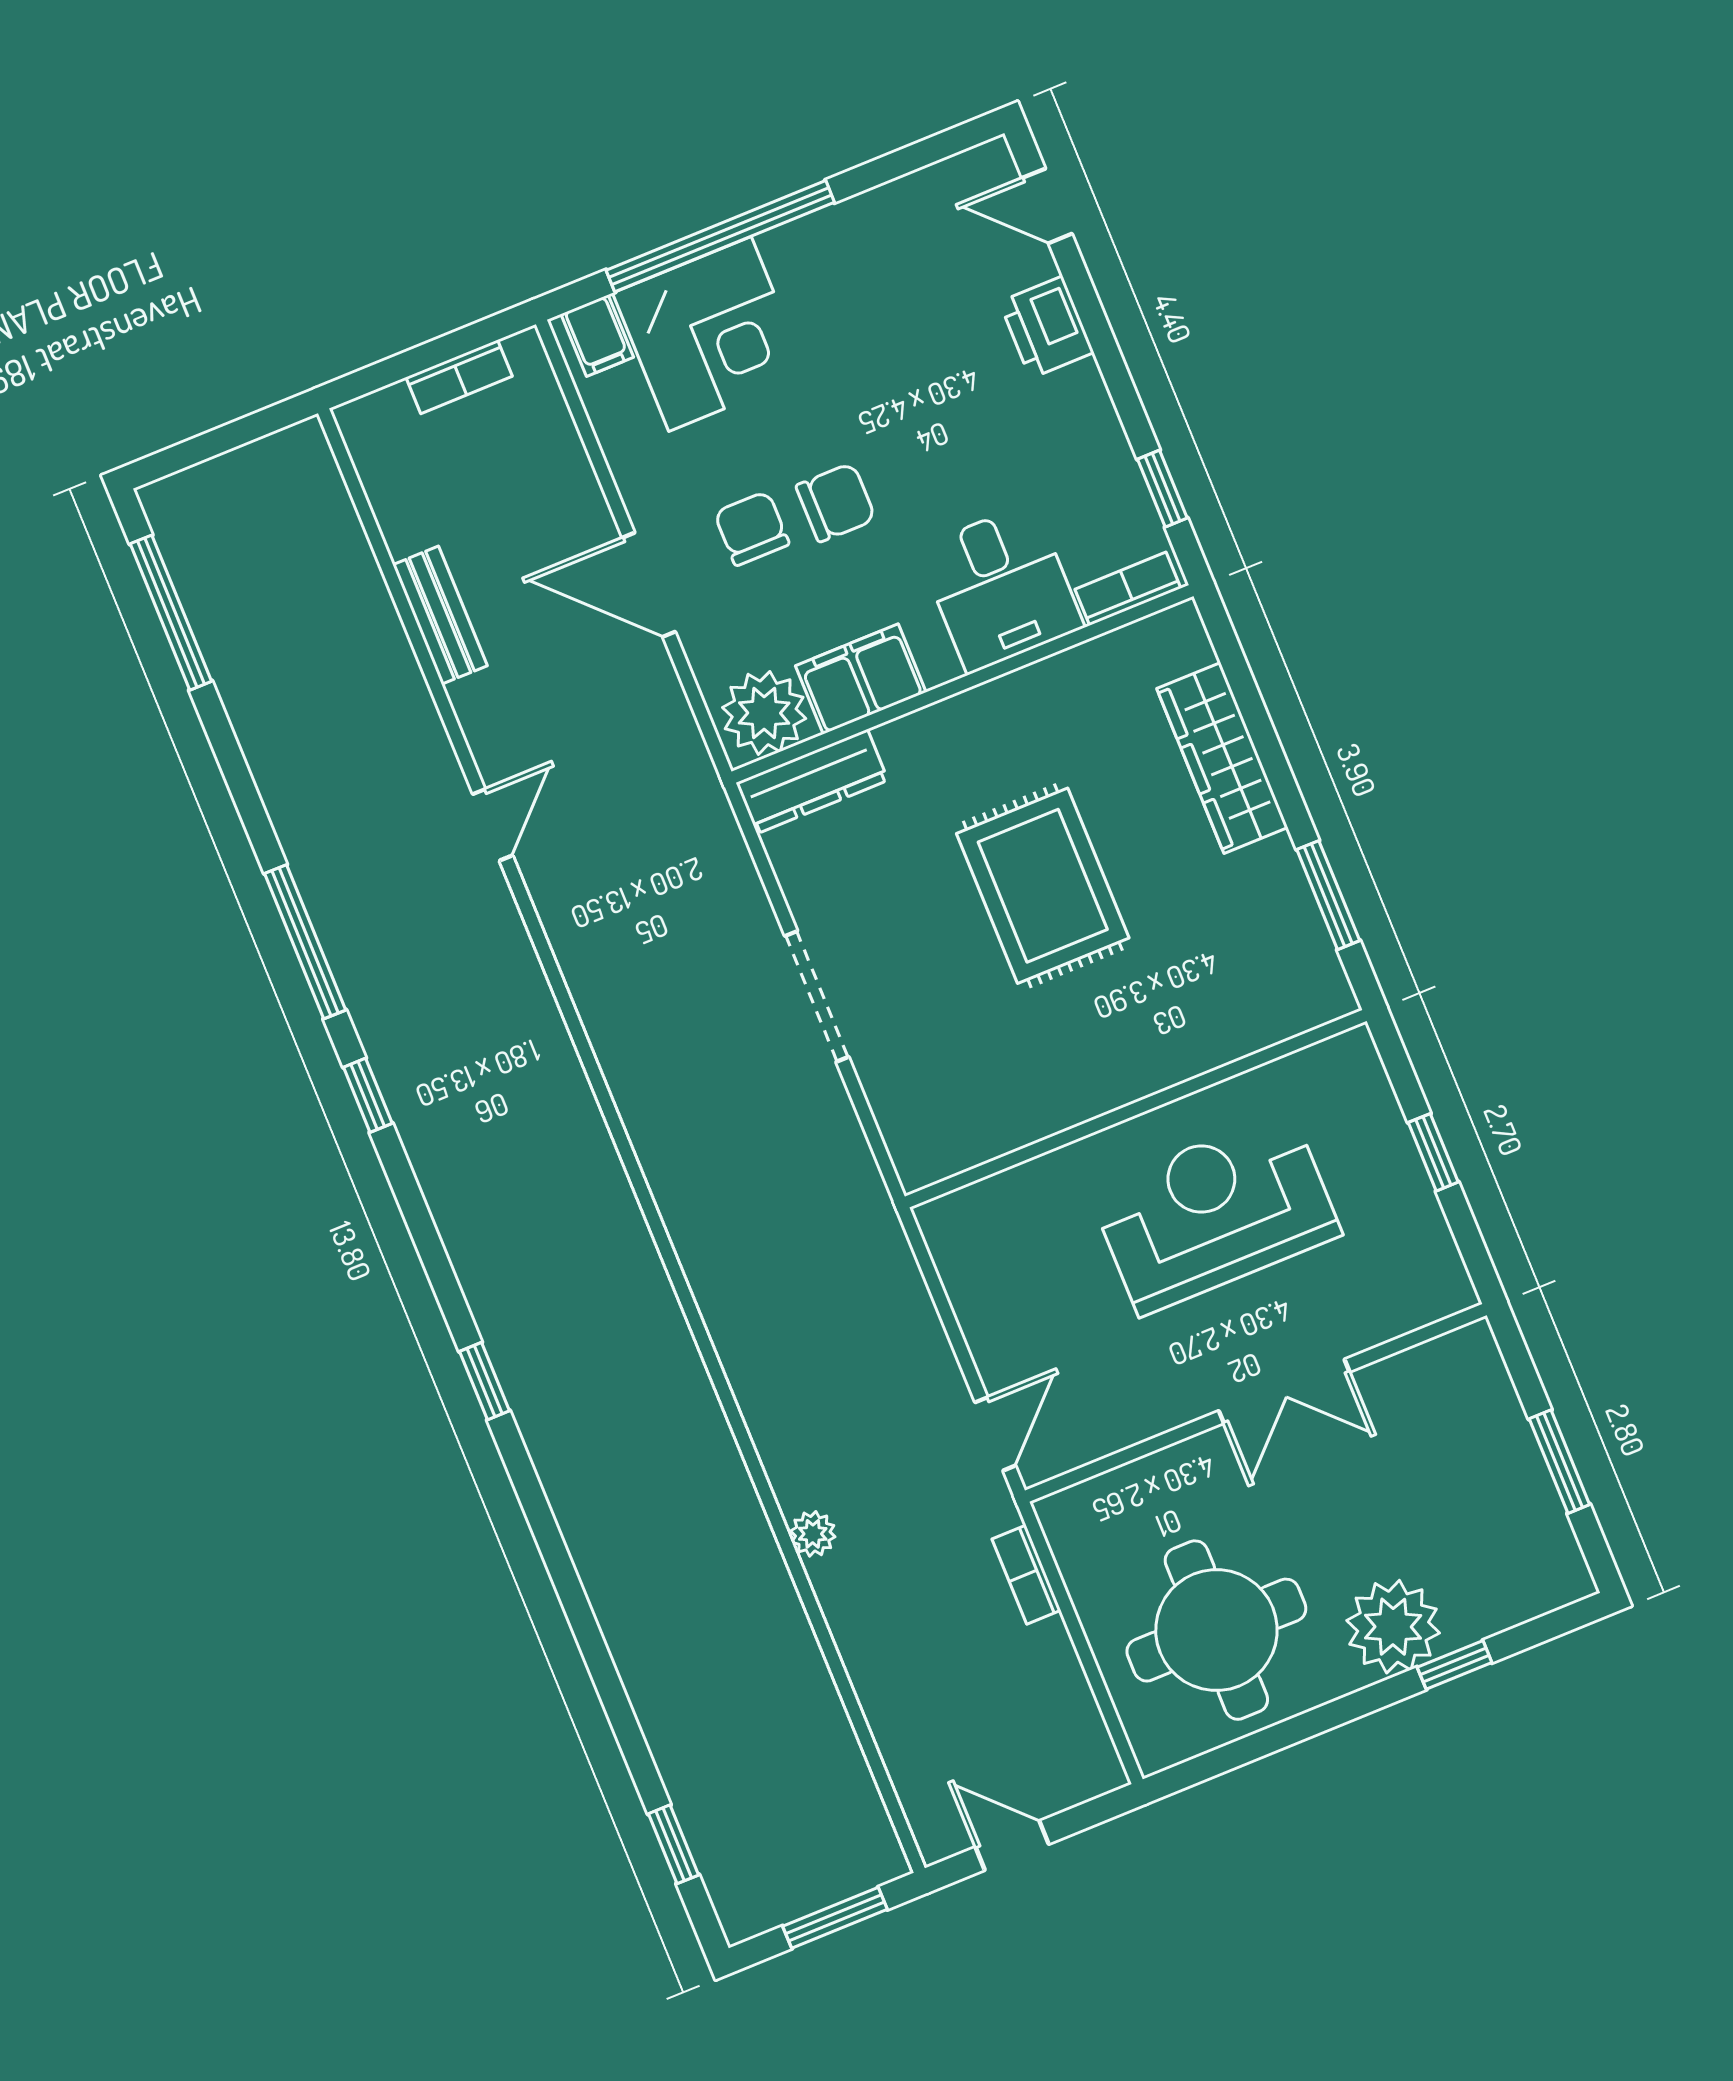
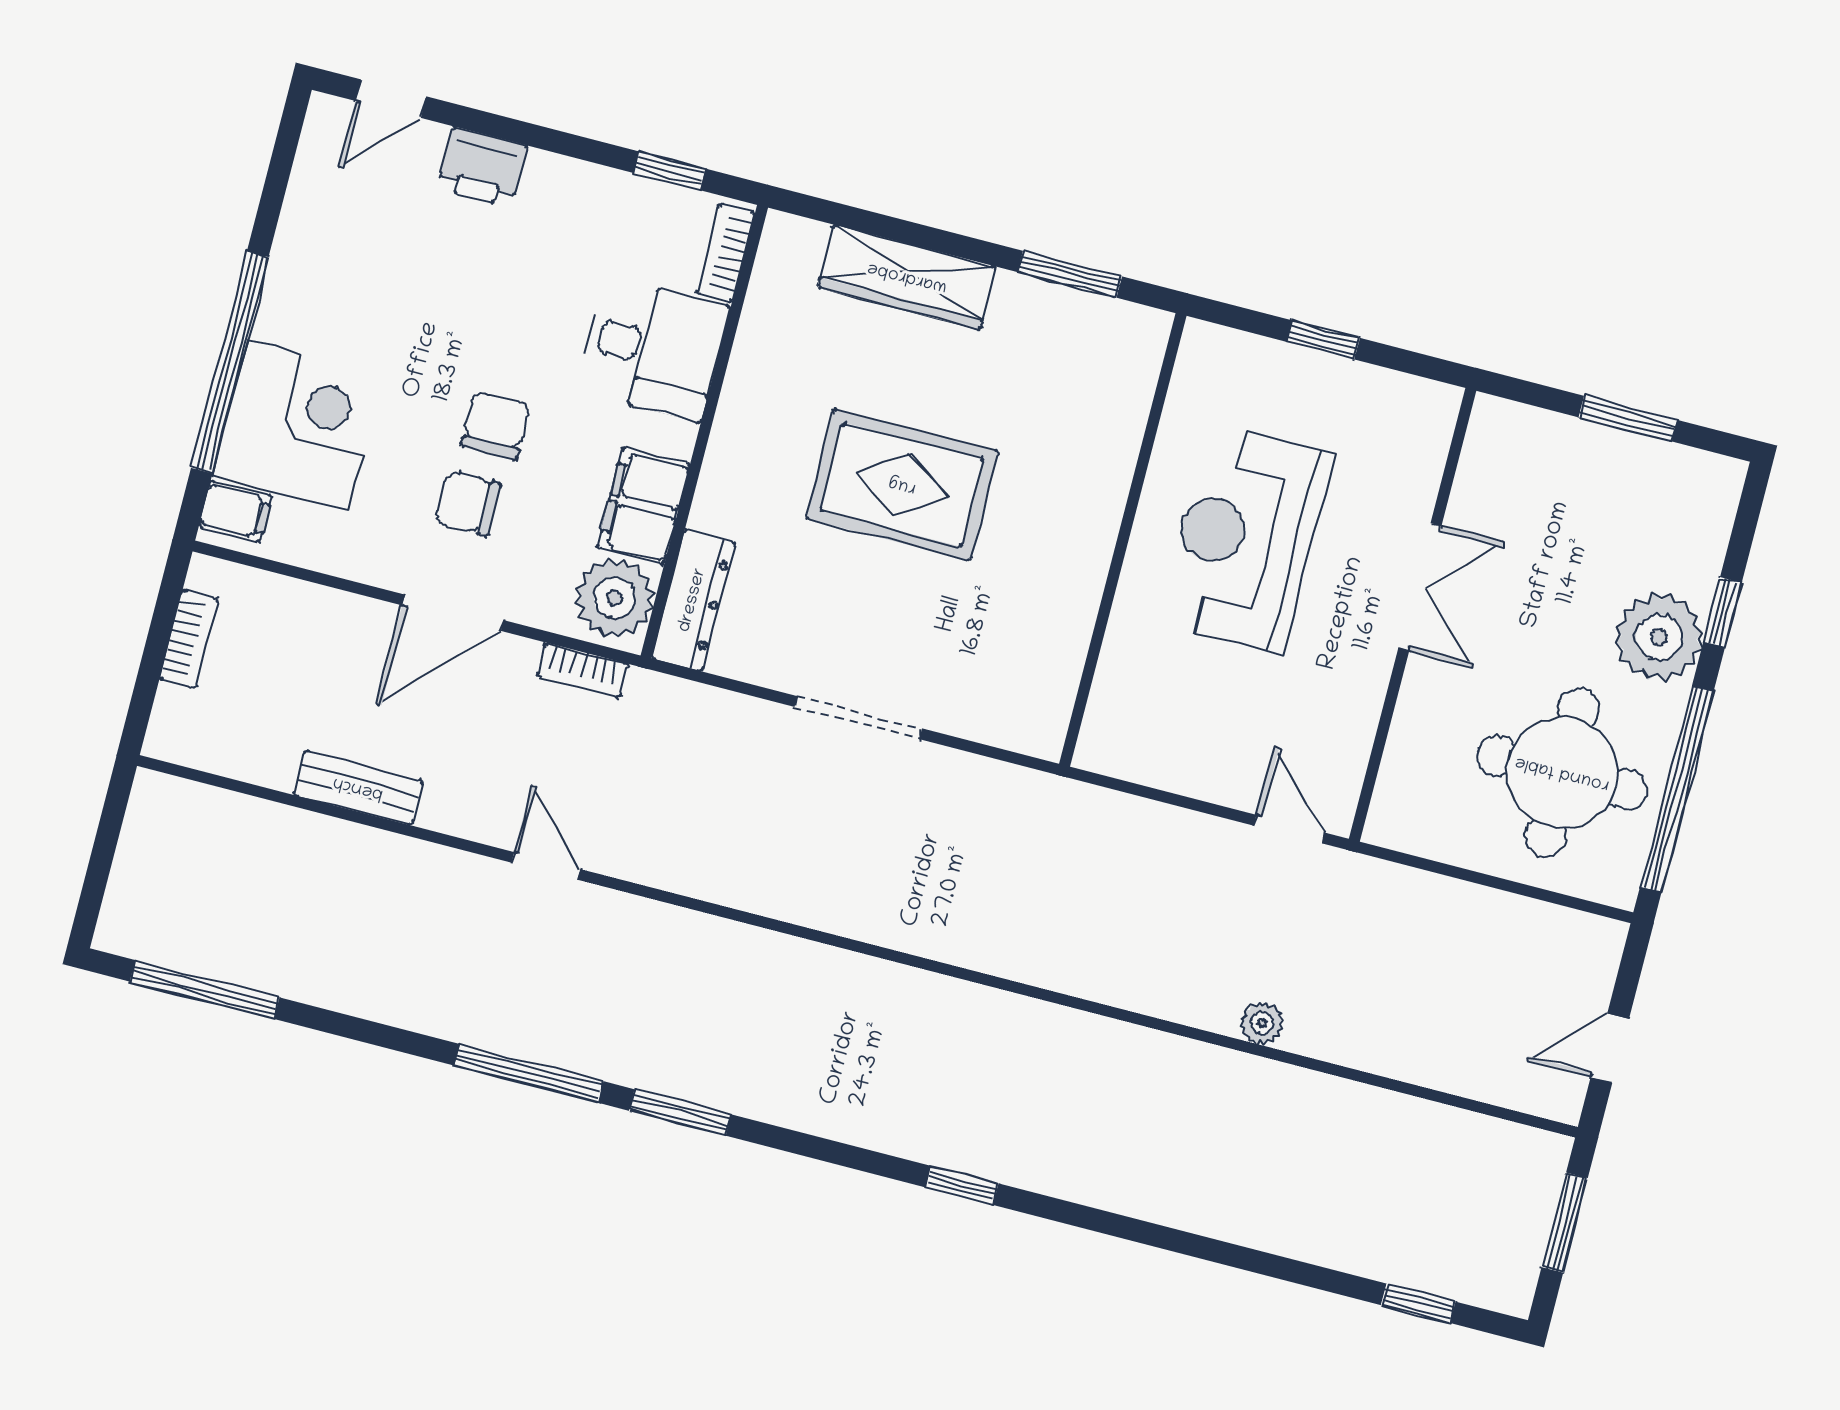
window: (368, 1095) -> (680, 1113), width x1.50
bookcase: (1026, 1575) -> (582, 670), moved
window: (1275, 1738) -> (1677, 789), added

